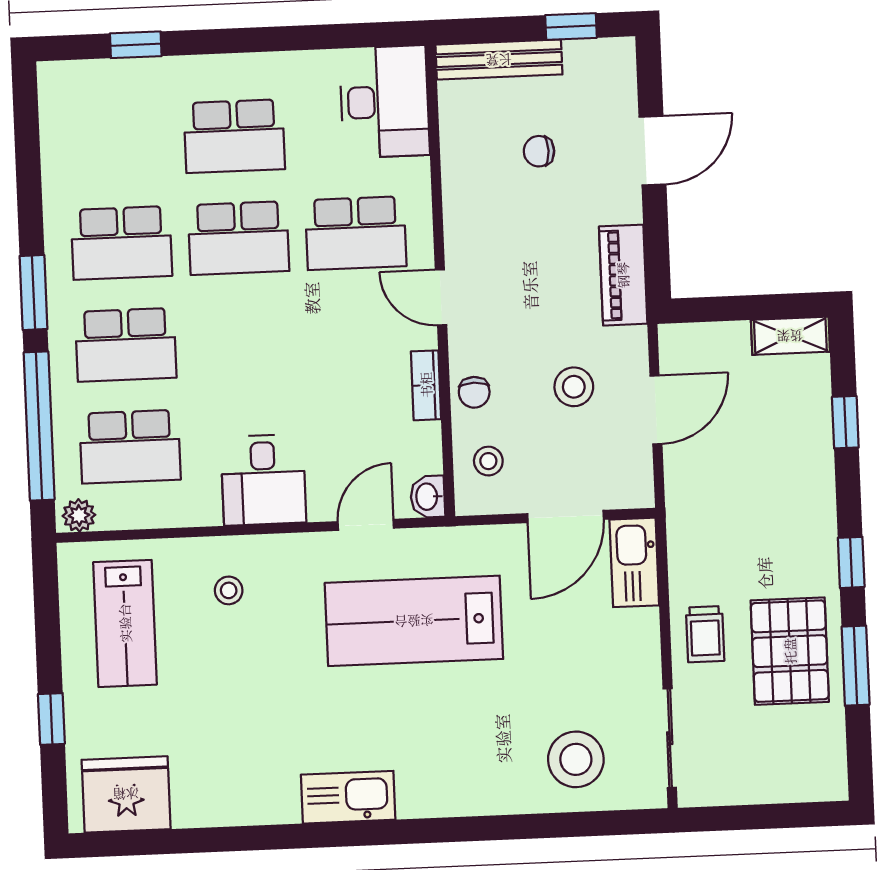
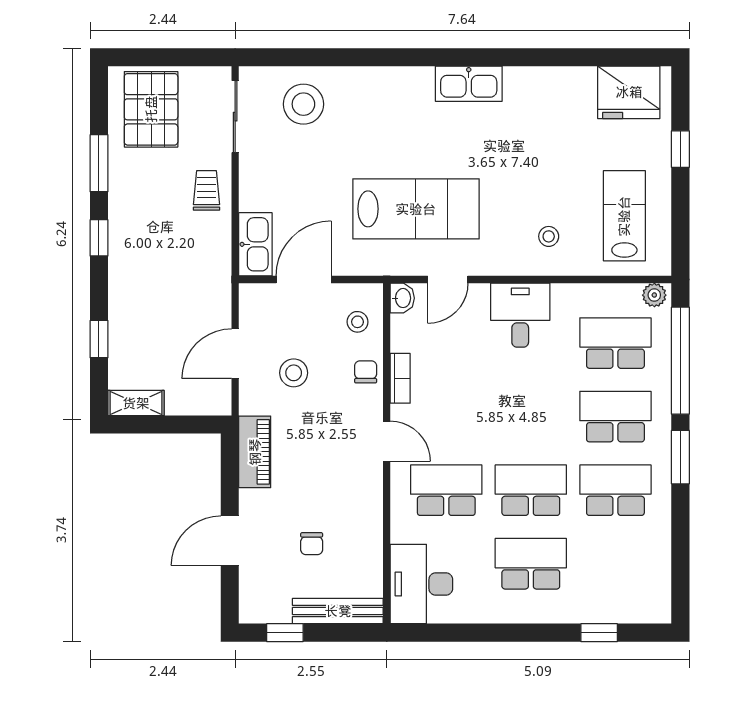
chair: (539, 151) -> (312, 544), turned 90
pallet: (790, 651) -> (151, 109), moved

